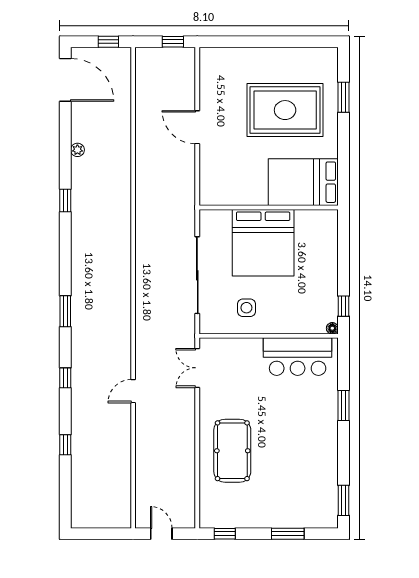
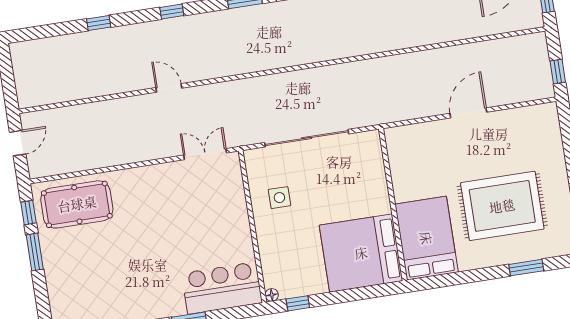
rug: (285, 110) -> (502, 206), turned 90
bed: (263, 243) -> (361, 253), moved
bar counter: (298, 357) -> (222, 288), moved, turned 90
pool table: (232, 451) -> (77, 204), moved
window: (288, 534) -> (35, 252), moved

